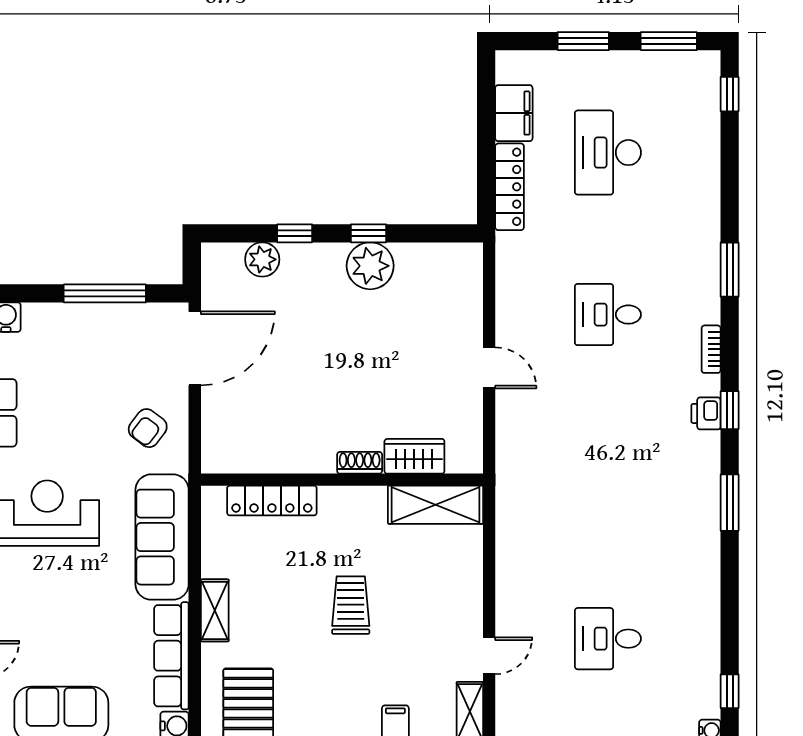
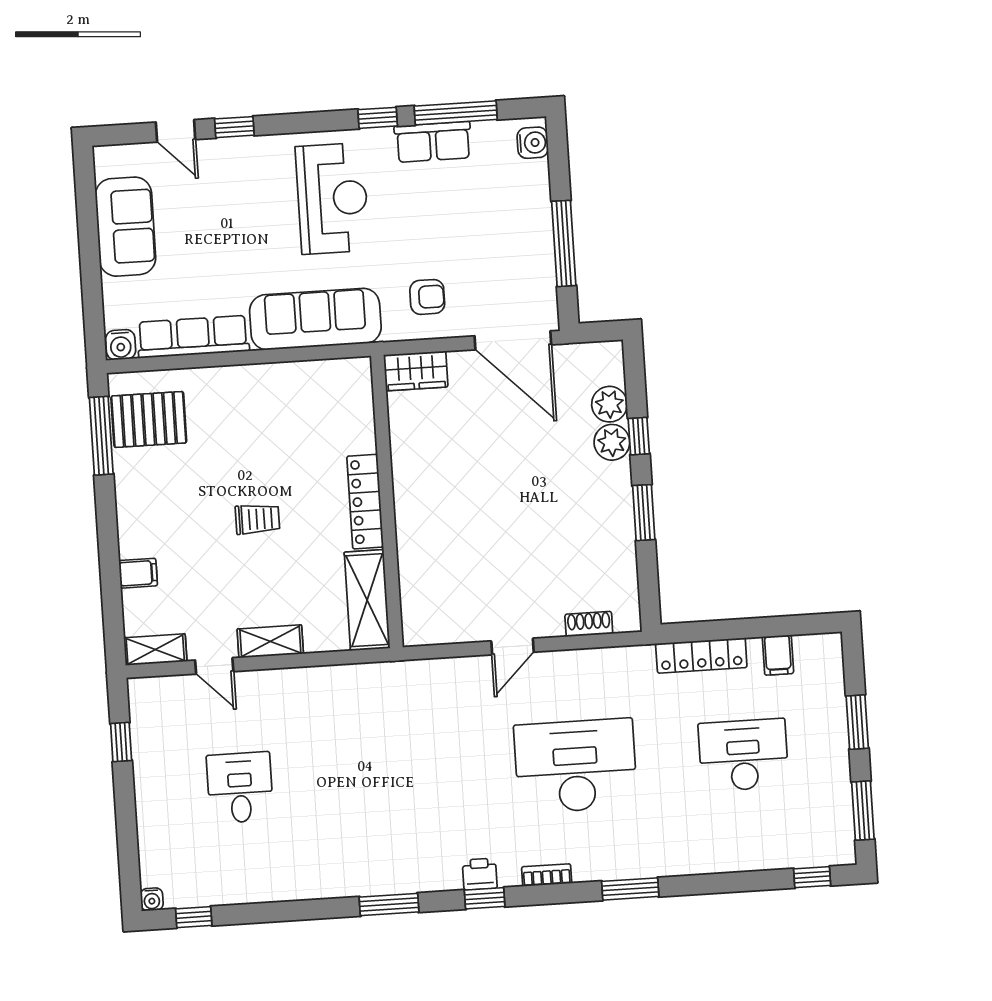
filing cabinet: (514, 113) -> (778, 655), width x0.50
window: (369, 233) -> (644, 513), width x1.50
plant: (370, 266) -> (612, 442), moved, width x0.73, depth x0.73
desk: (608, 315) -> (576, 766), width x1.87, depth x1.30
armchair: (148, 428) -> (427, 297), turned 143
wardrobe: (414, 456) -> (416, 371), moved, turned 90
shoe rack: (360, 463) -> (589, 624), moved, turned -90
locker: (272, 501) -> (365, 502), moved
trolley: (351, 605) -> (257, 519), width x0.73, depth x0.72
shelving: (215, 610) -> (270, 641), moved

